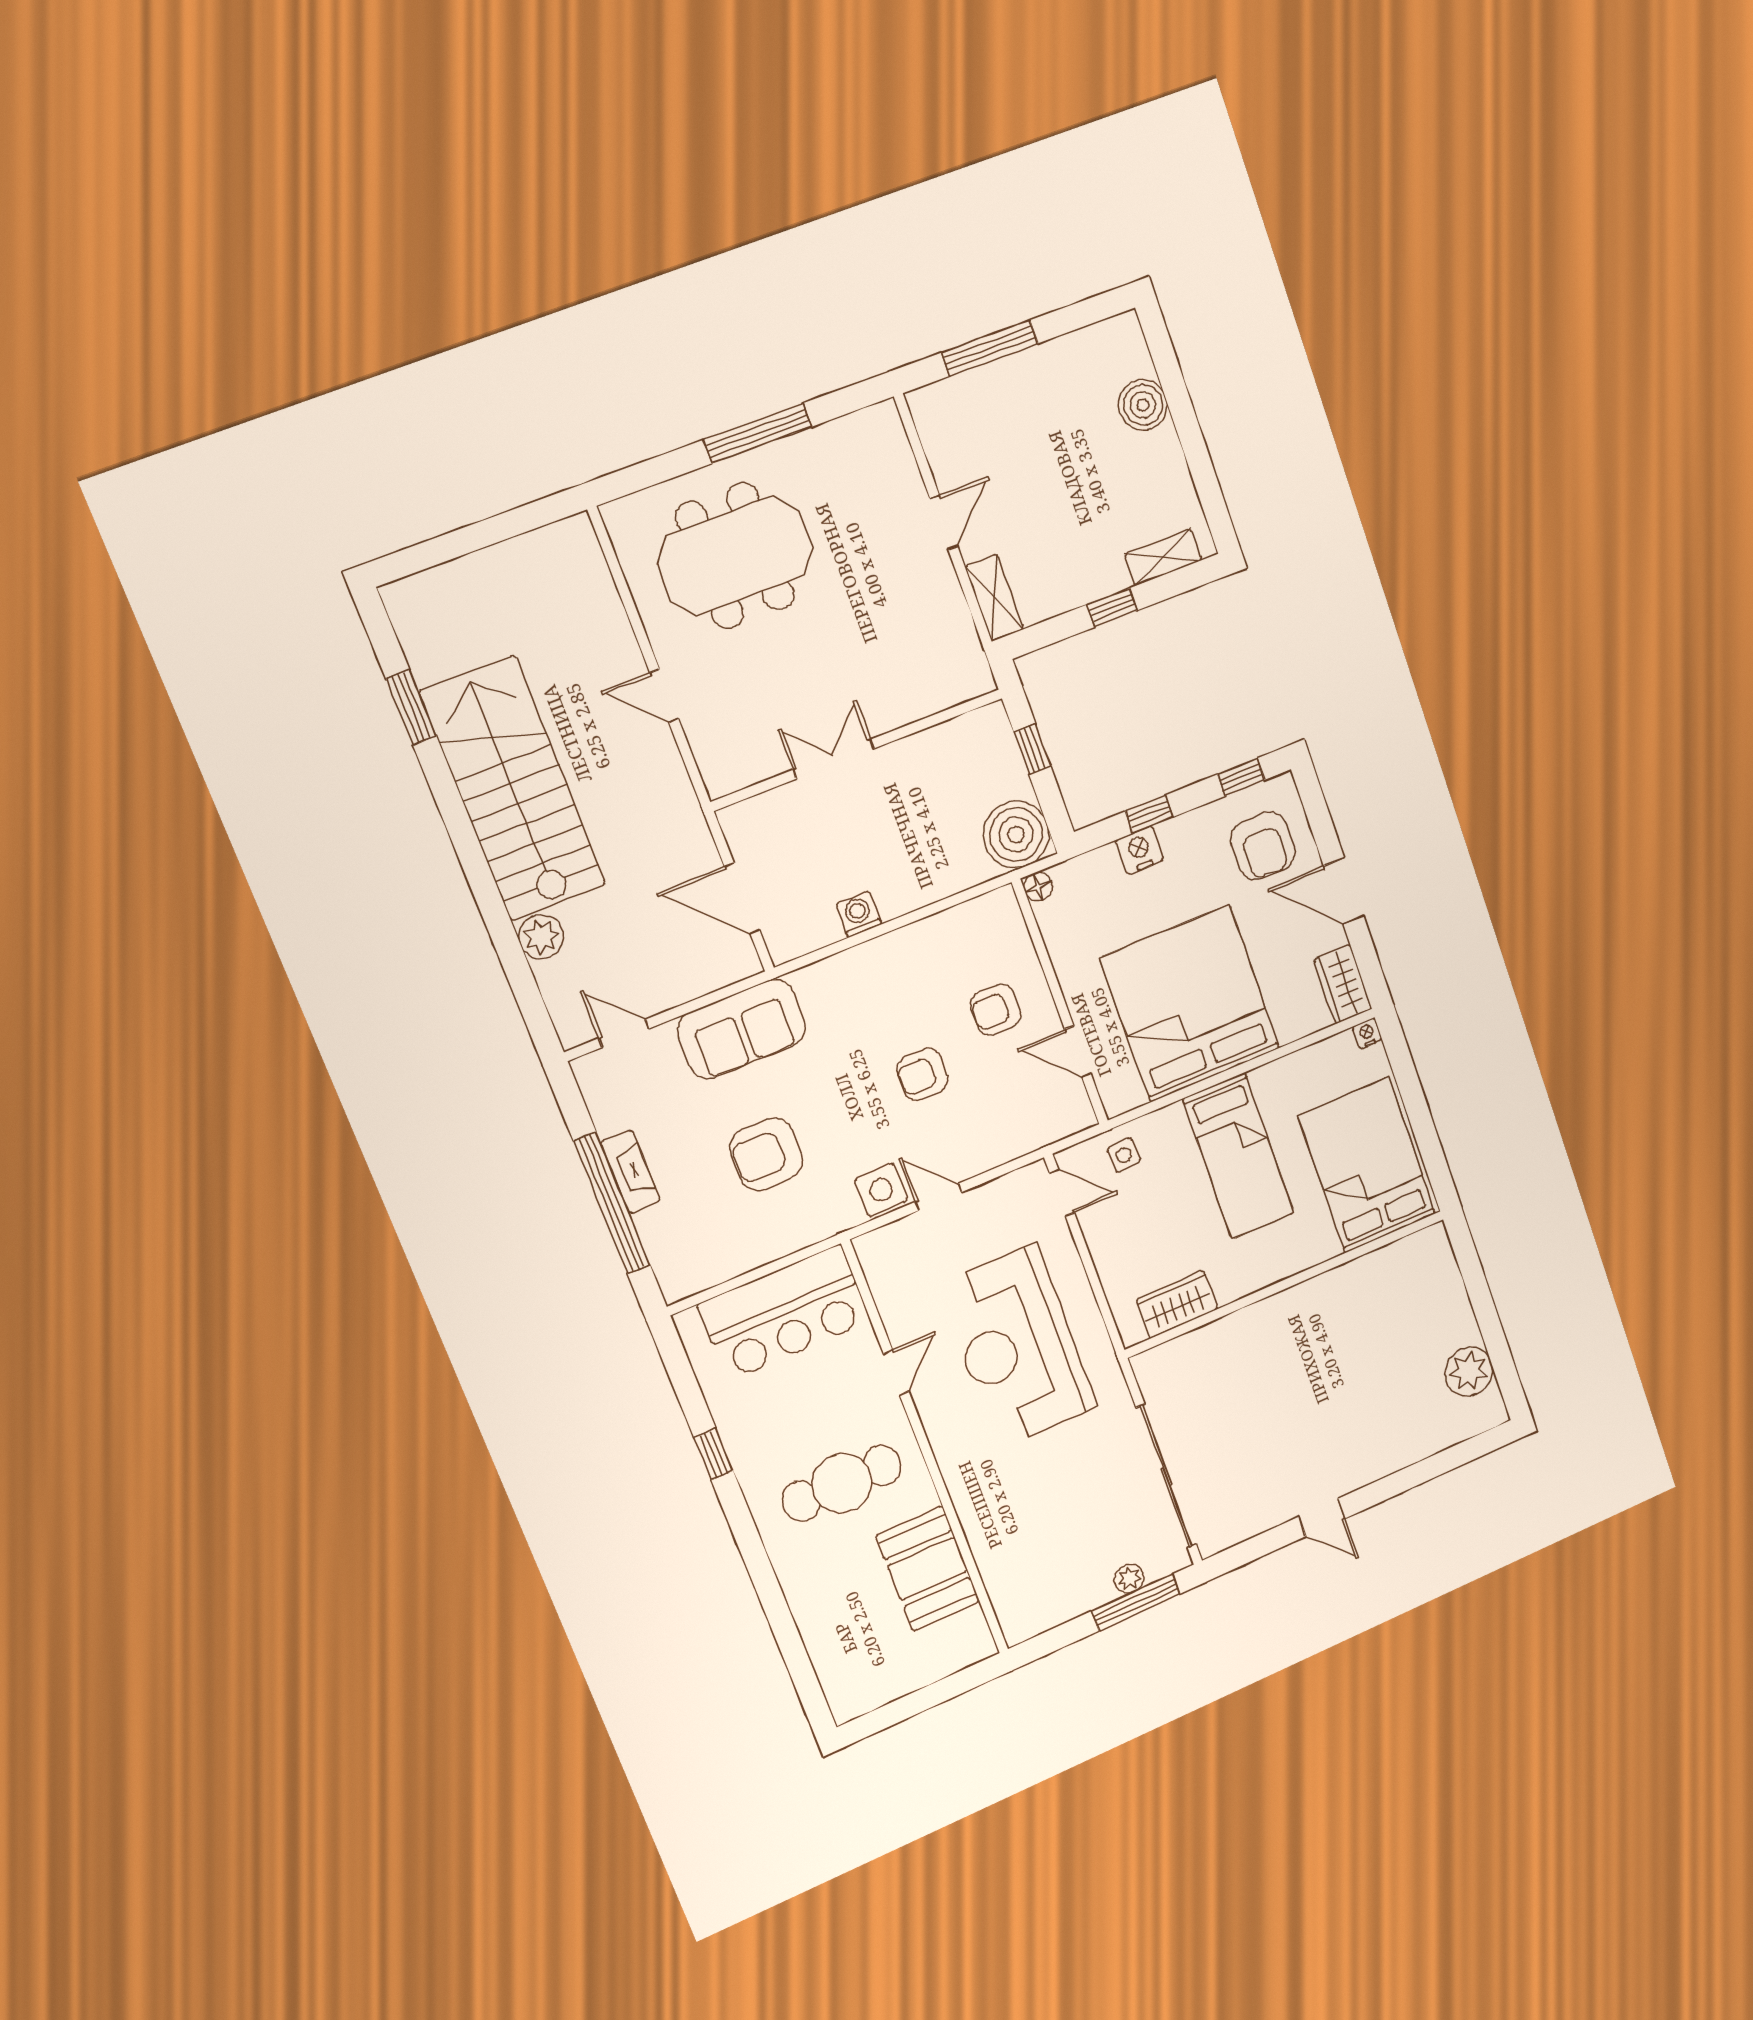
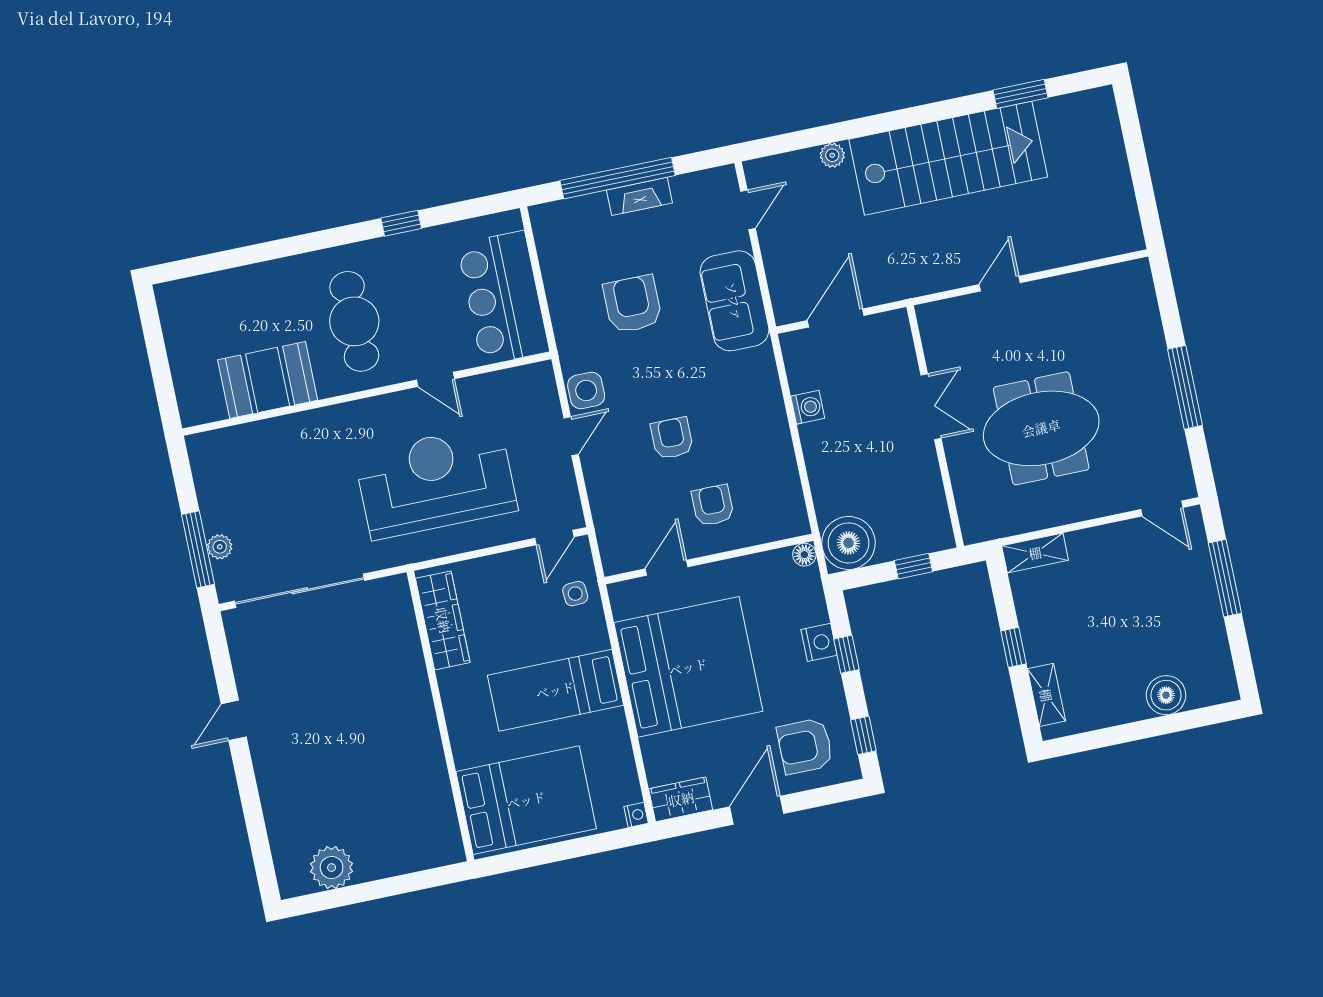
door: (944, 522) -> (1162, 508), moved
meeting table: (735, 556) -> (1041, 428), moved, turned 90
plant: (541, 937) -> (832, 155), width x0.73, depth x0.73
wardrobe: (1177, 1304) -> (443, 620), width x1.50

